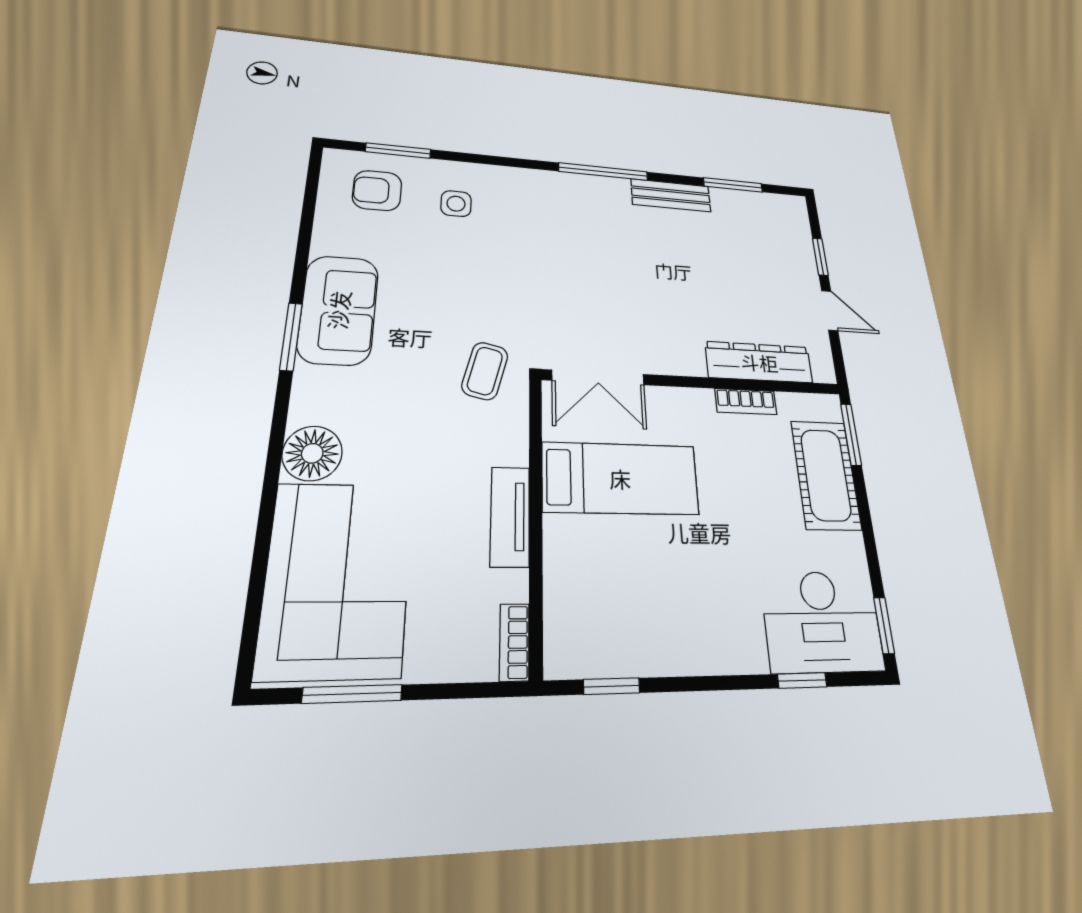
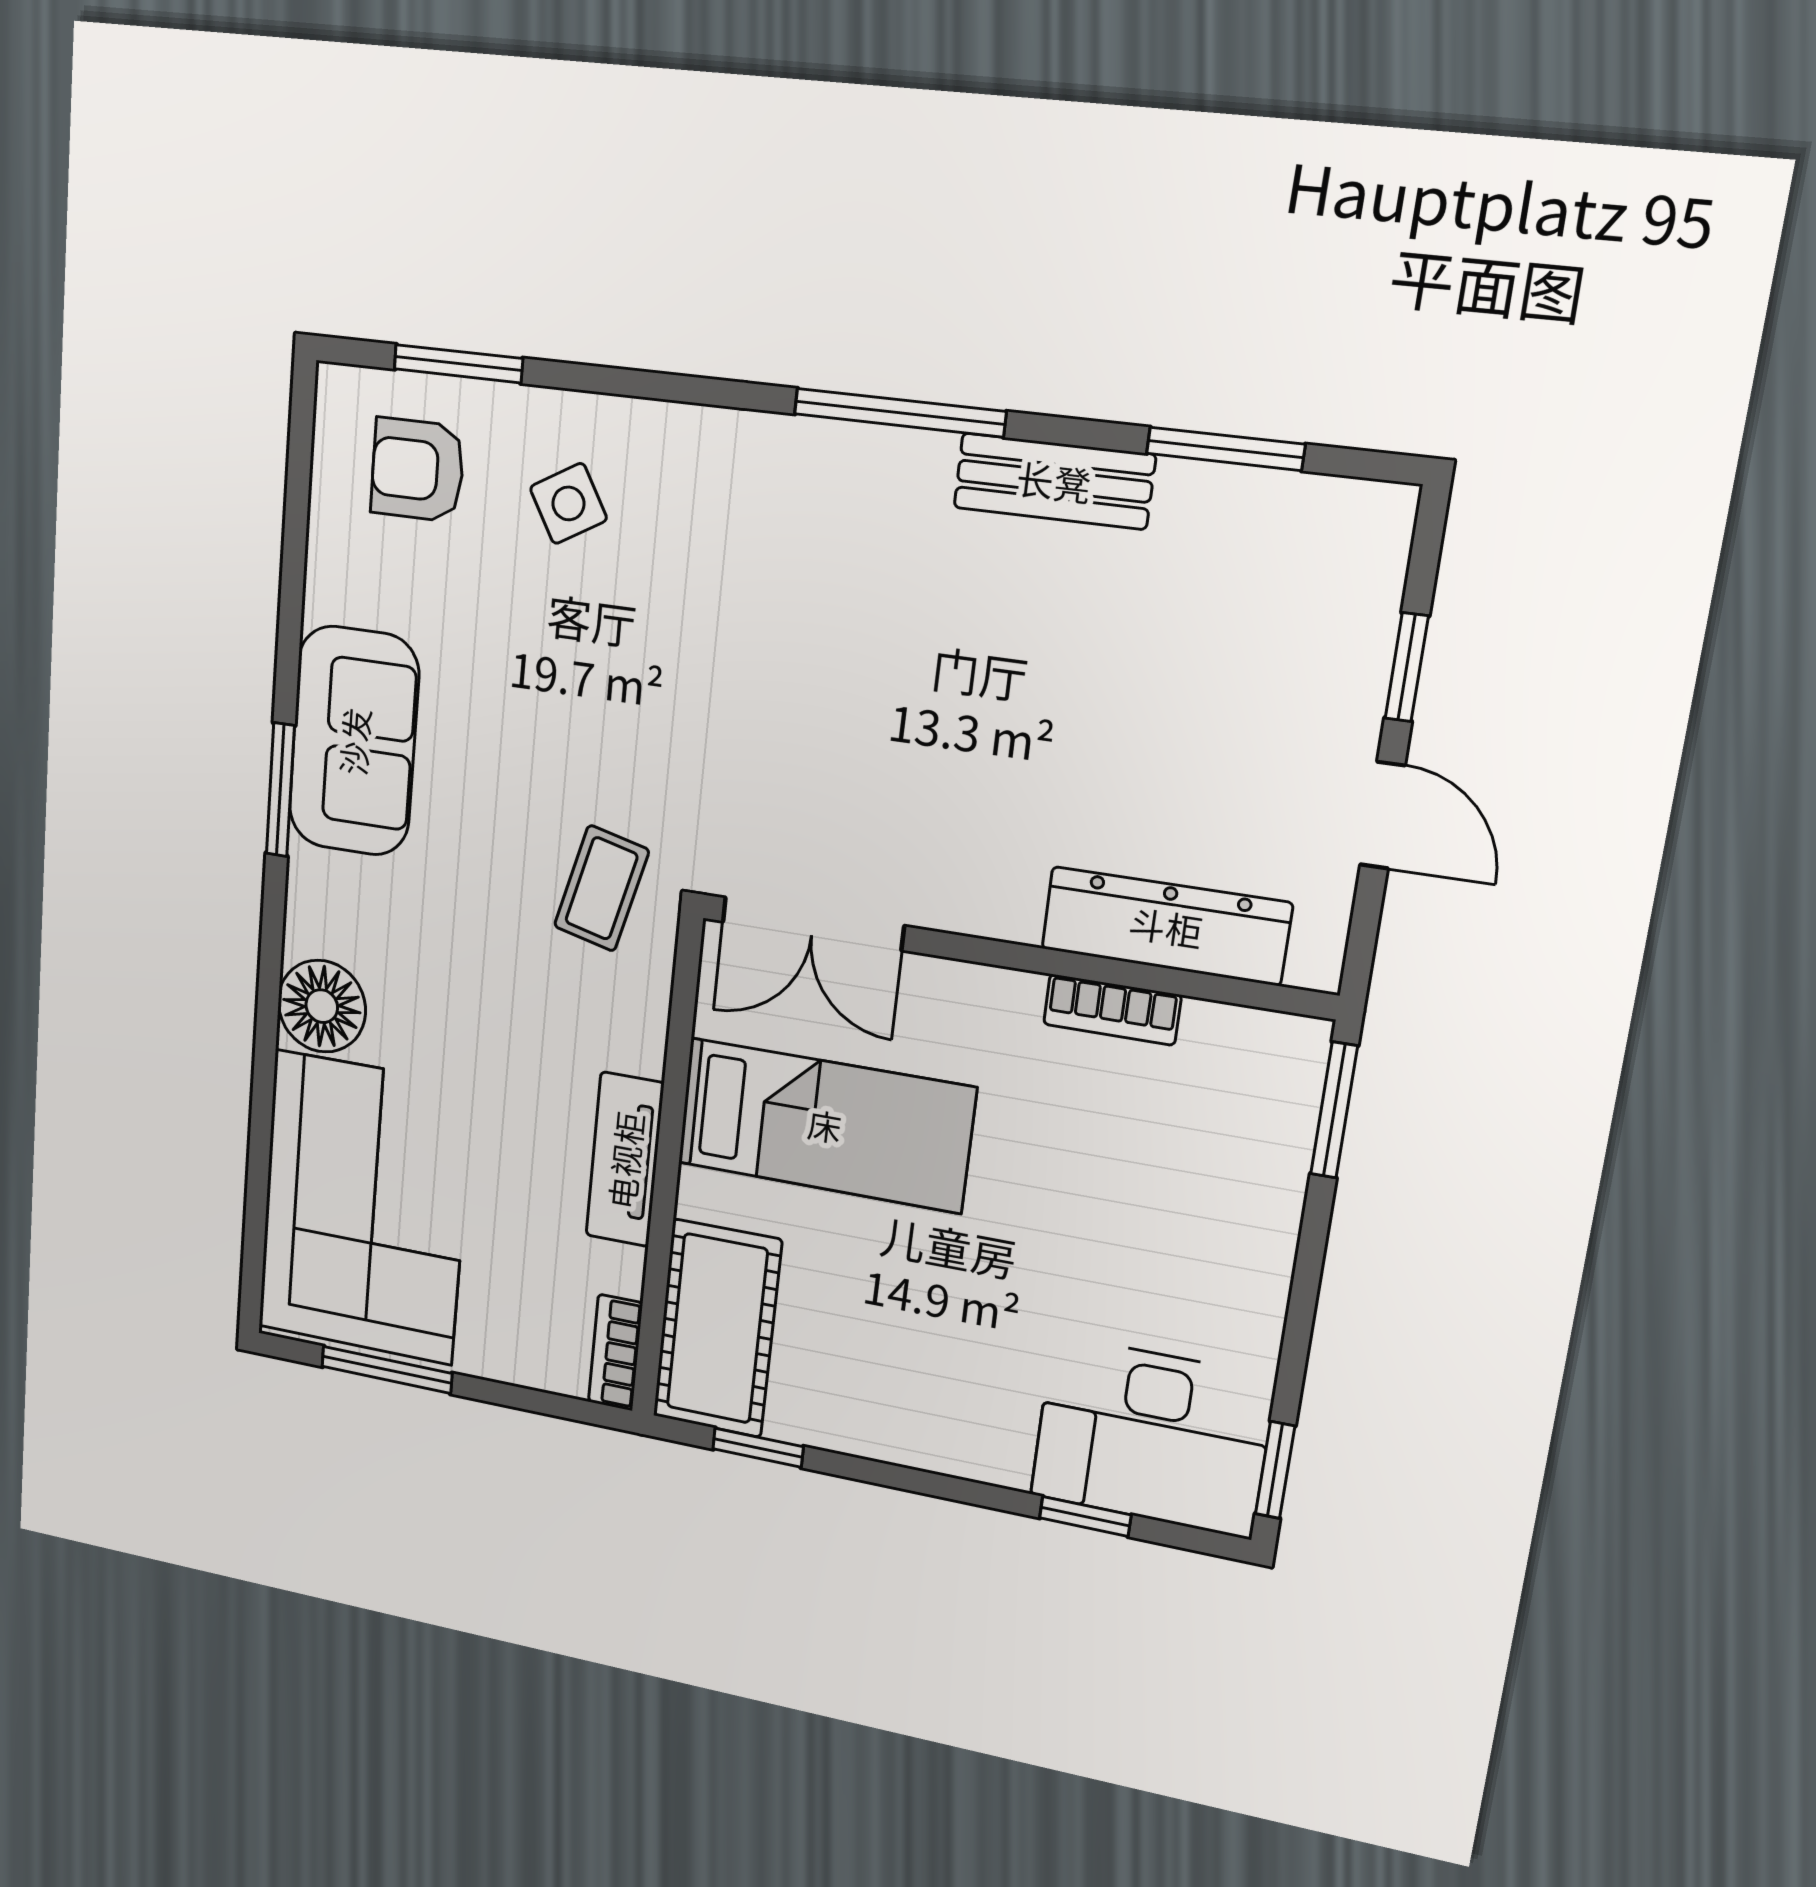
side table: (456, 204) -> (568, 503), turned -30
cot: (826, 475) -> (717, 1329), moved

